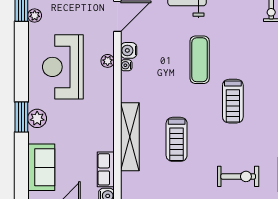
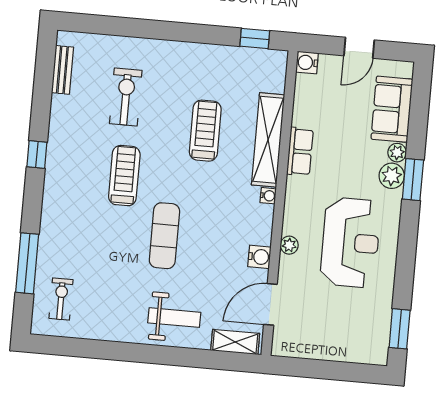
plant: (35, 16) -> (397, 153), moved
water cooler: (126, 65) -> (268, 196), moved
row of seats: (106, 169) -> (300, 152), moved
exercise bike: (238, 176) -> (126, 97), moved, turned 90

